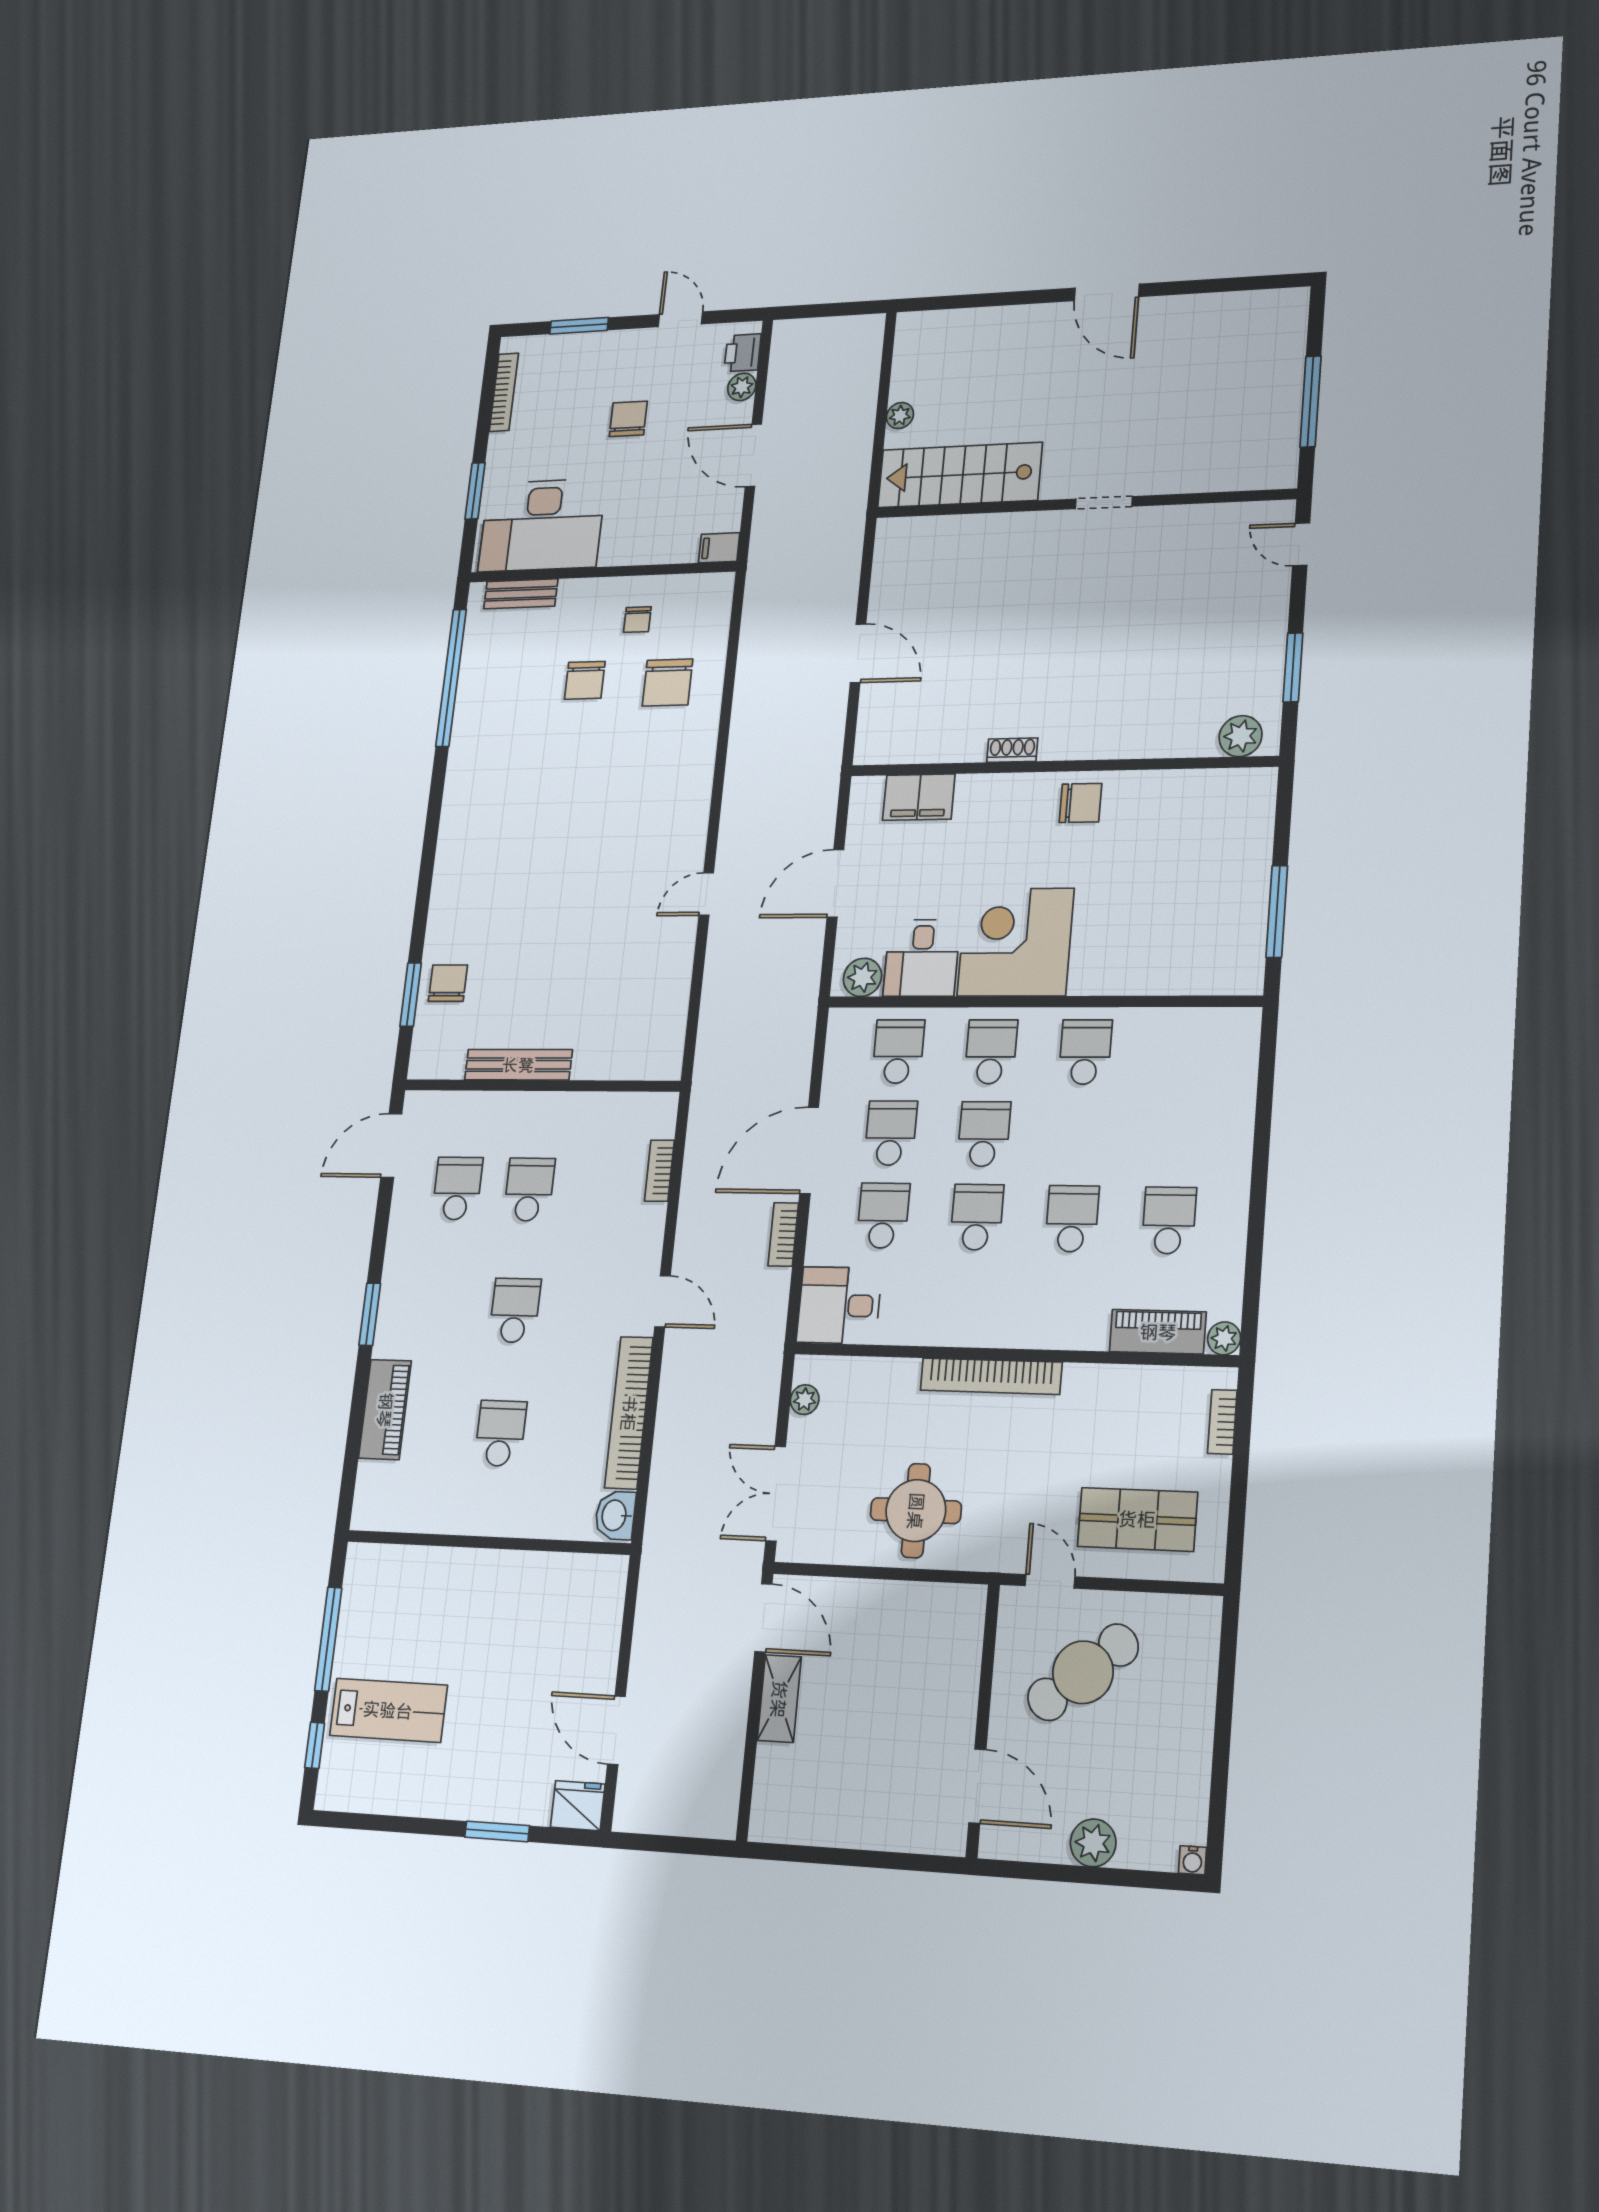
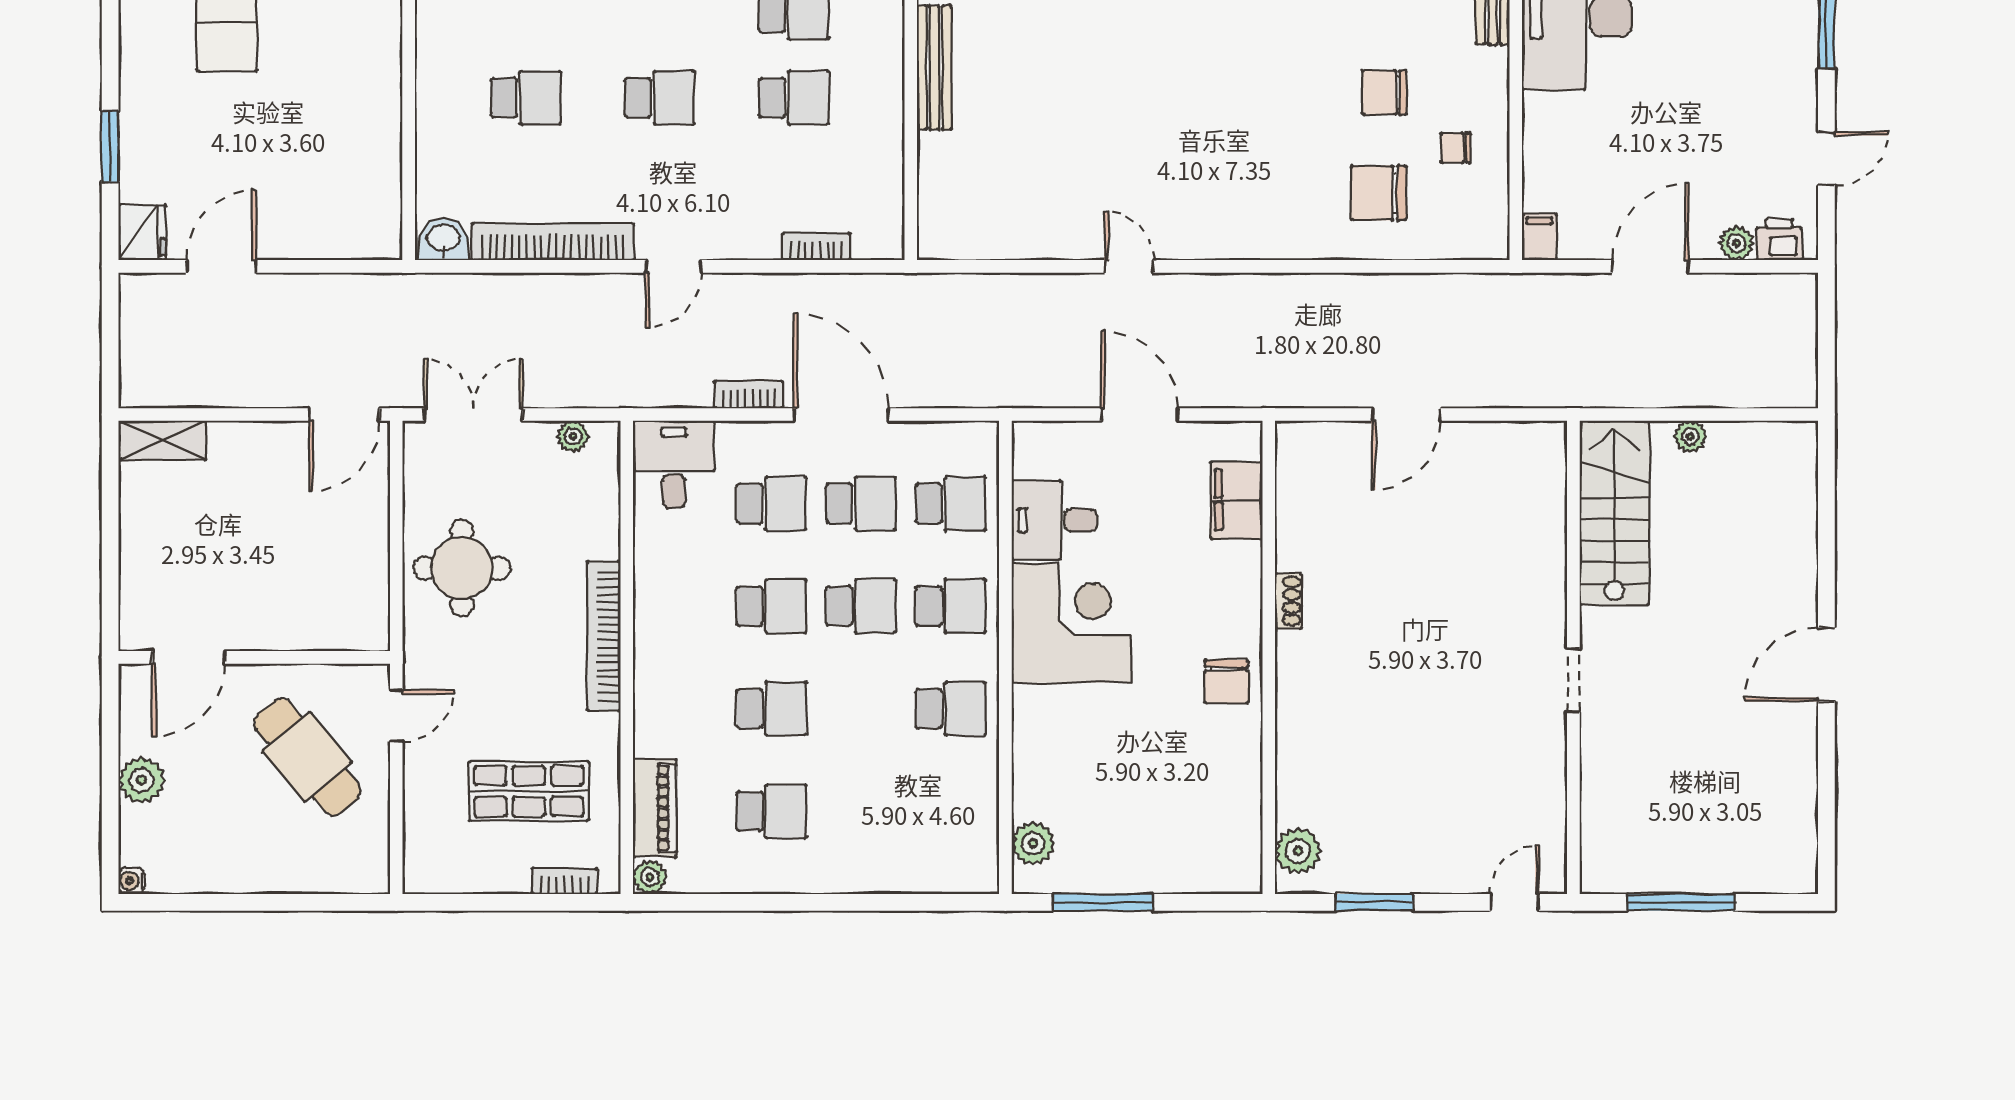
chair: (628, 419) -> (1704, 108), removed
plant: (862, 977) -> (1033, 843), moved
shop shelf: (1137, 1519) -> (529, 791), moved, turned 90
shelving: (779, 1699) -> (163, 440), moved

